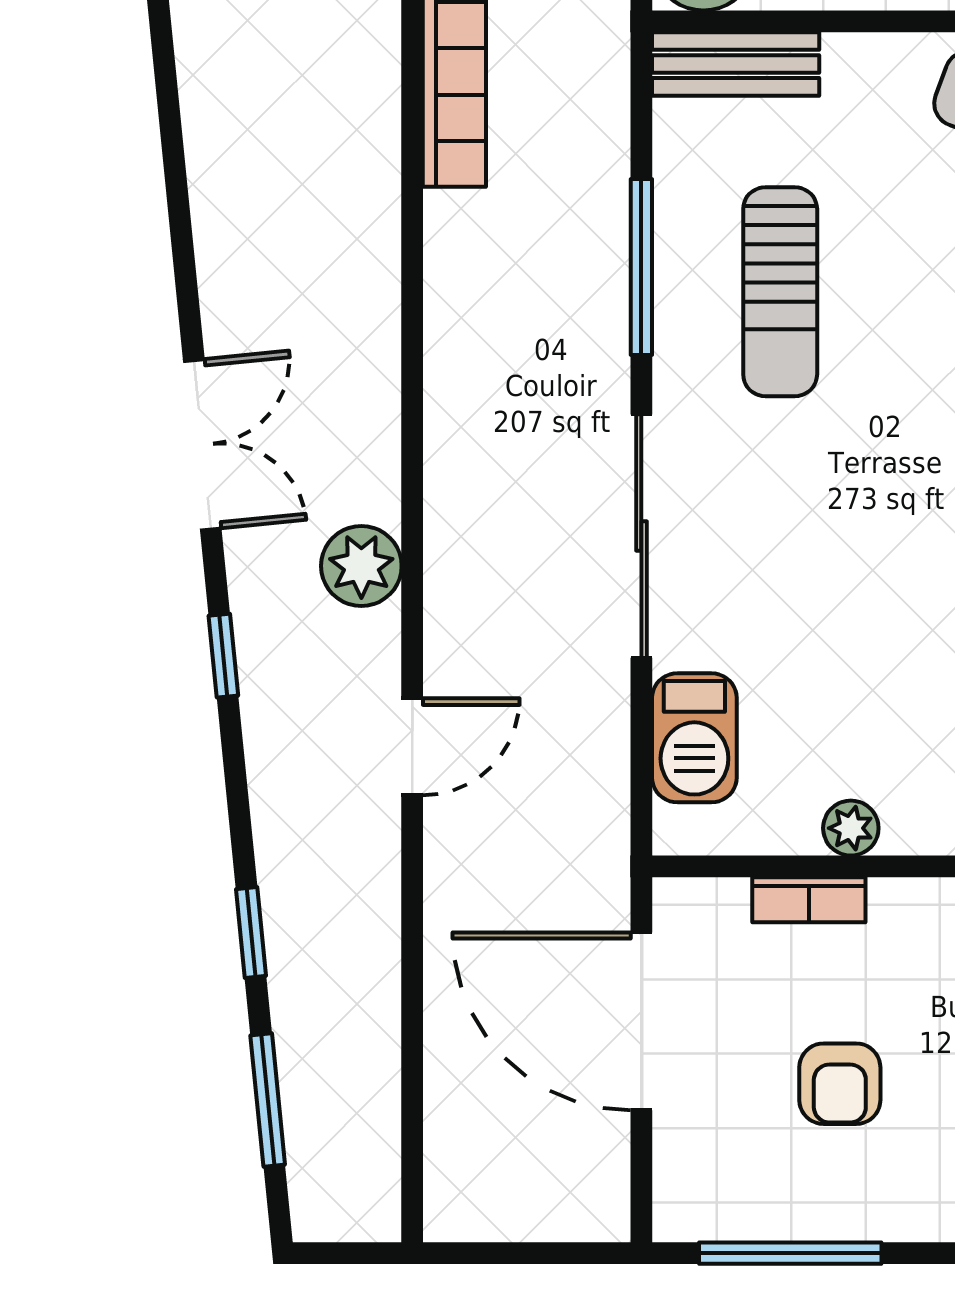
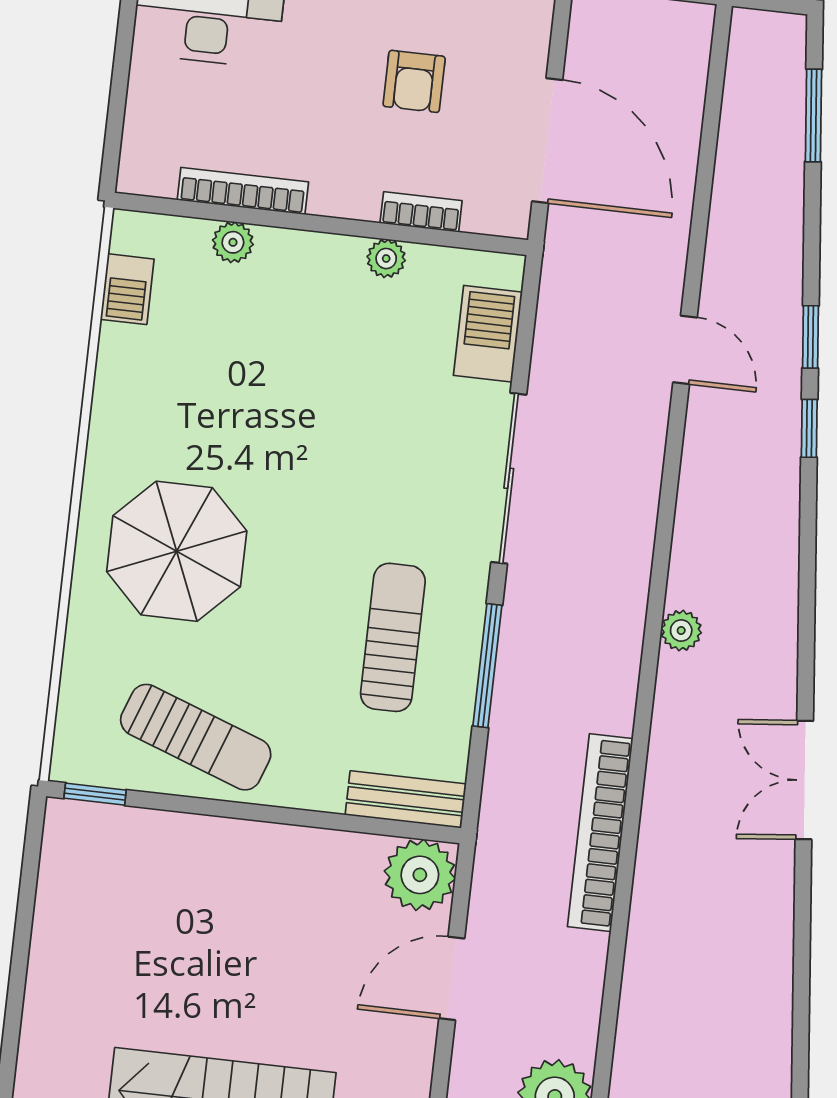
double door: (202, 445) -> (804, 780), moved
plant: (361, 566) -> (681, 631), moved, width x0.73, depth x0.73
door: (412, 747) -> (685, 350), swing flipped
window: (251, 933) -> (810, 337), moved
armchair: (840, 1084) -> (414, 81), turned 180

